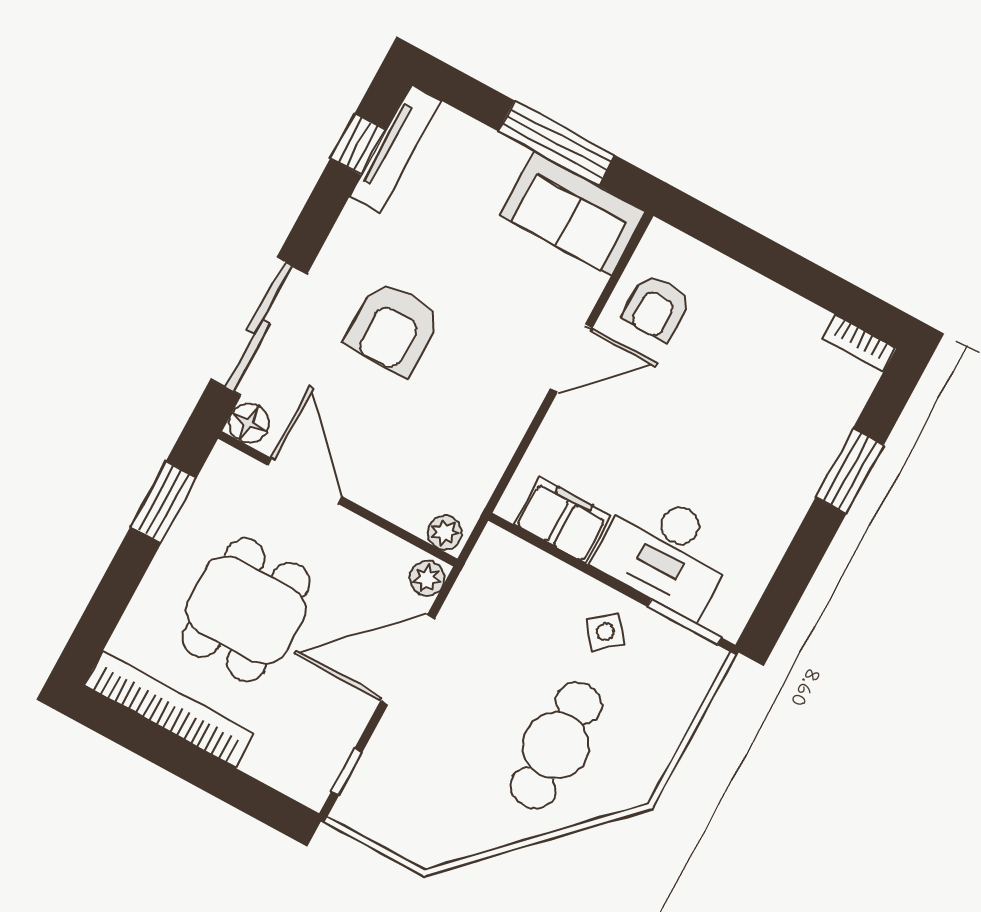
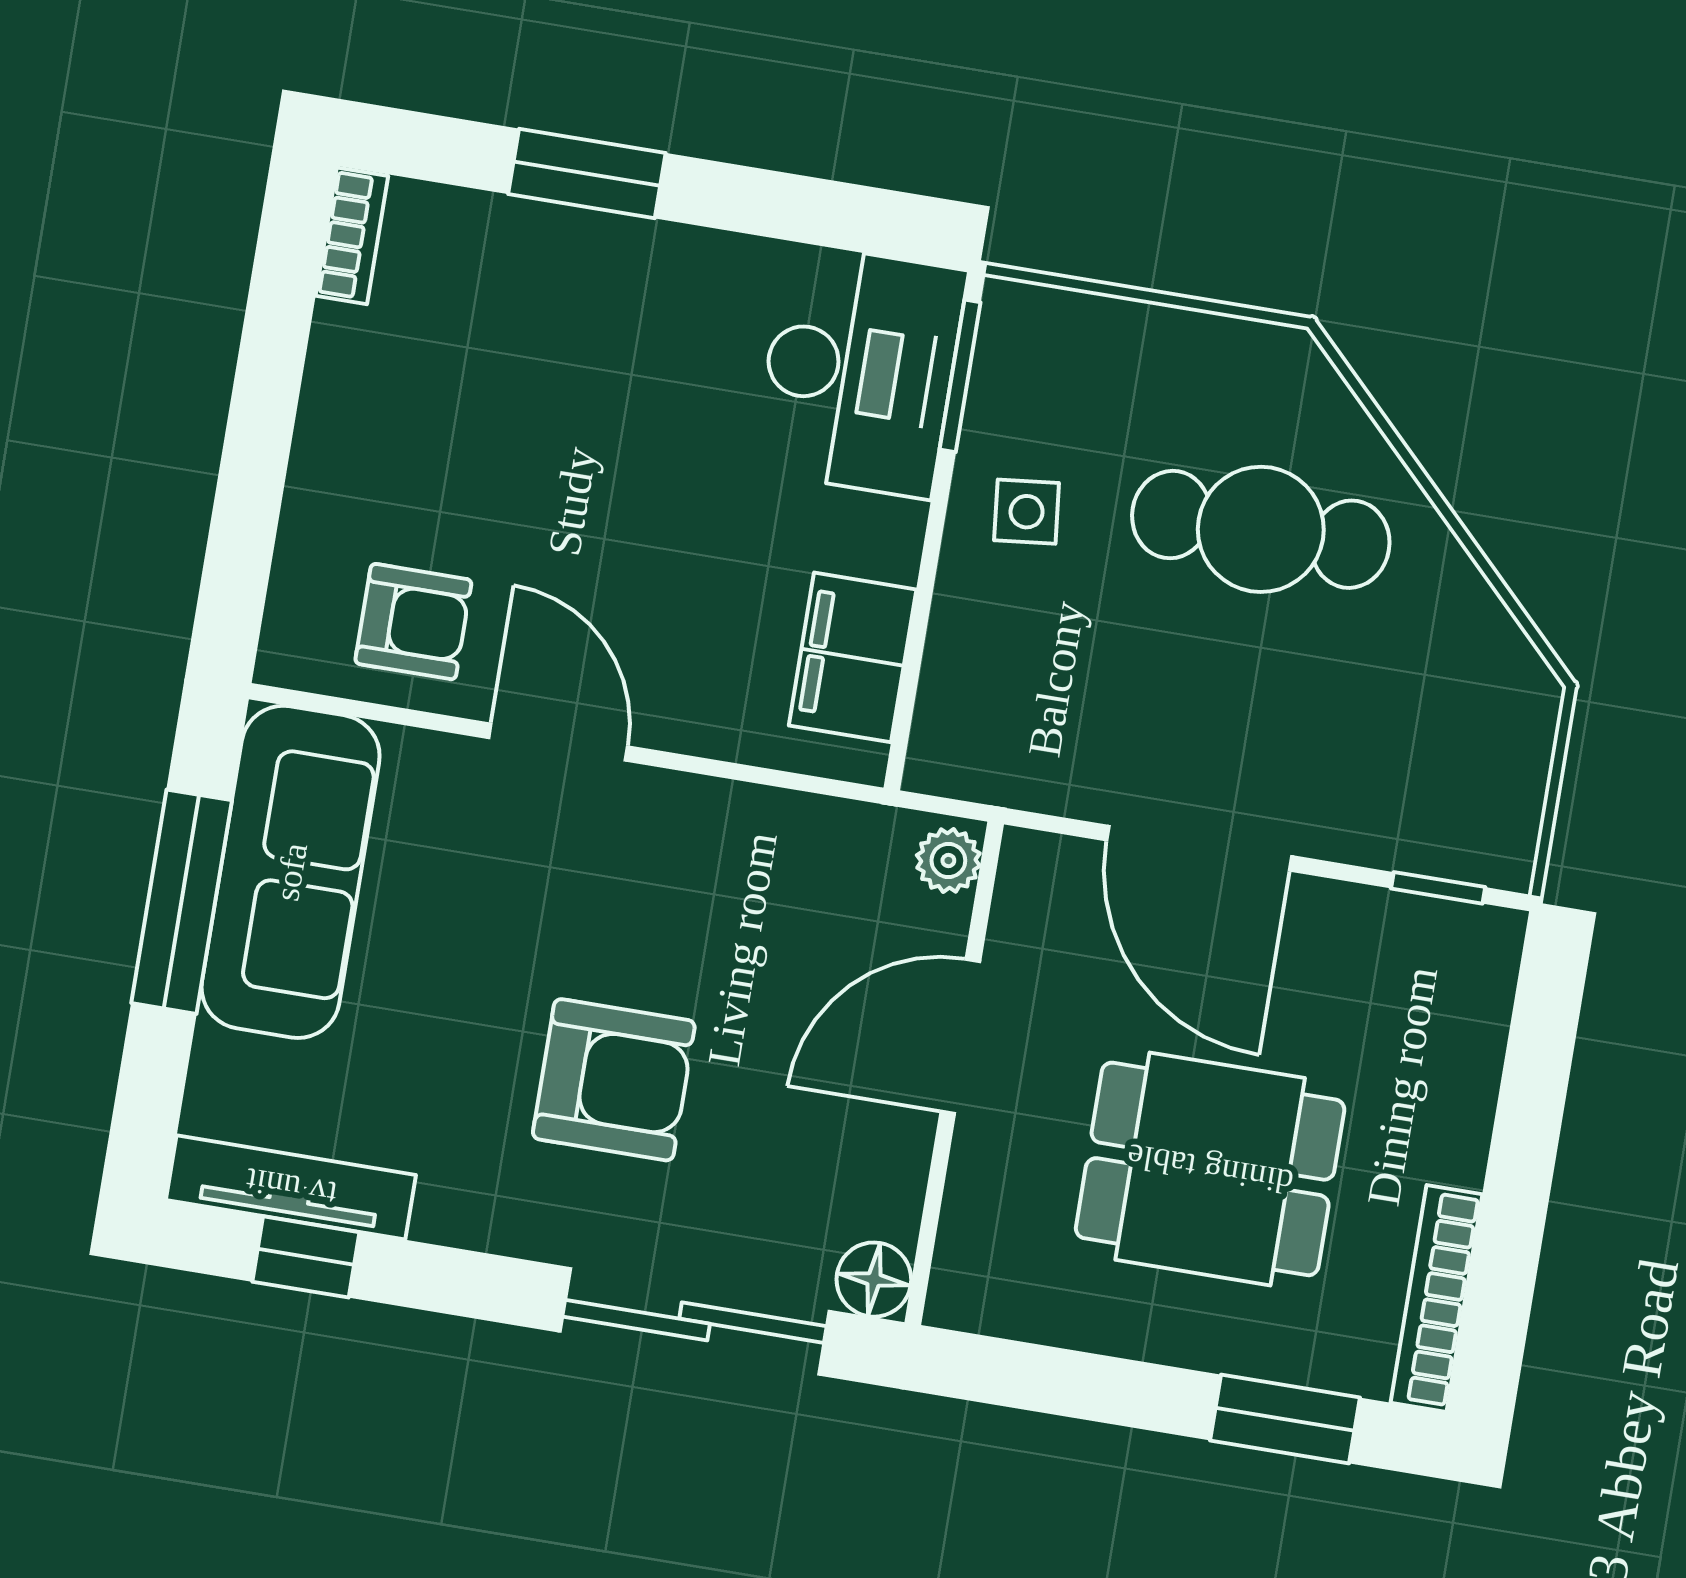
sofa: (573, 214) -> (291, 872), width x1.36
door: (305, 481) -> (960, 1036), moved
window: (164, 502) -> (1285, 1419), moved
desk: (666, 552) -> (860, 371), moved
plant: (427, 578) -> (1041, 864), removed
side table: (605, 632) -> (1027, 512), turned 33
bookcase: (169, 710) -> (1436, 1298), width x0.68, depth x0.76

